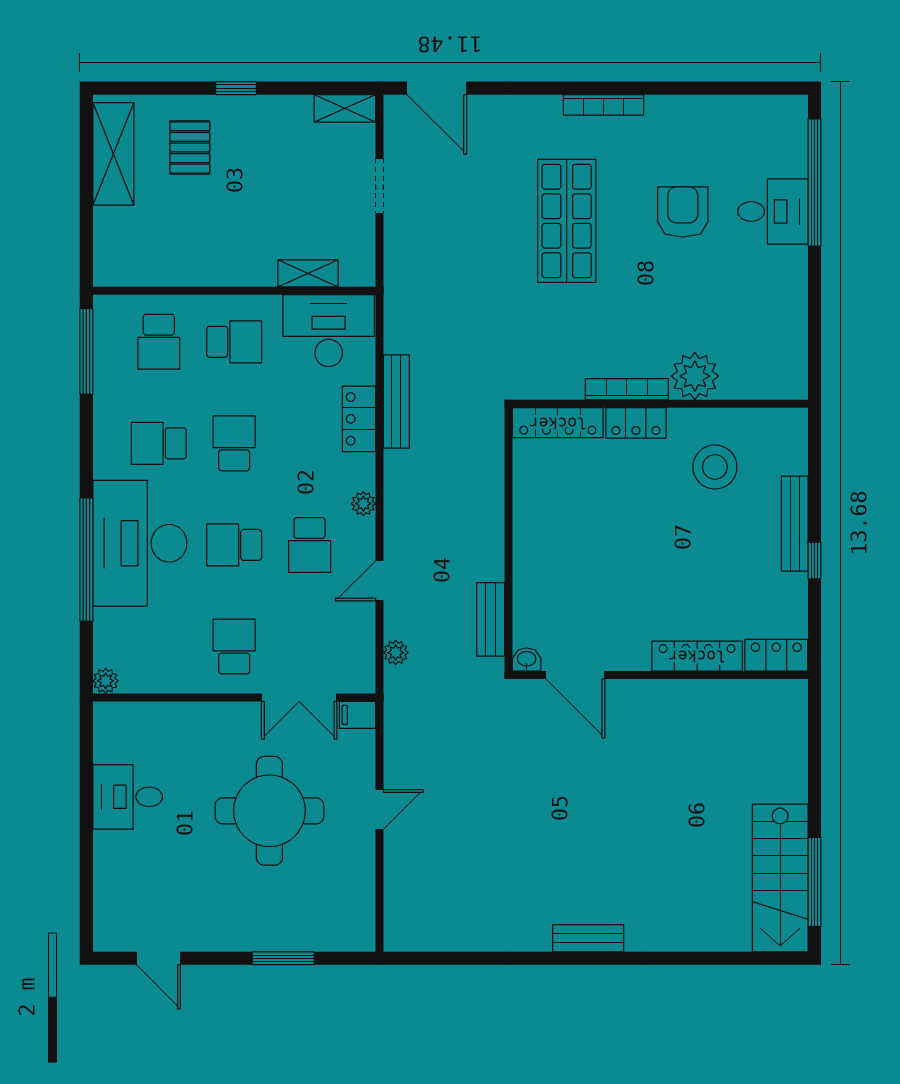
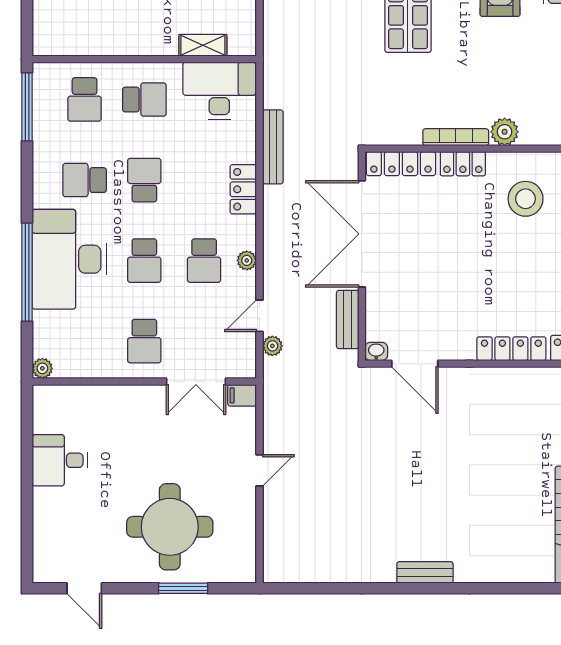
plant: (695, 376) -> (505, 132), width x0.73, depth x0.73
locker: (359, 419) -> (243, 189), moved
plant: (363, 504) -> (247, 260), moved
double door: (508, 511) -> (362, 234), added
school desk: (234, 545) -> (144, 261), turned -90
door: (379, 581) -> (259, 316), moved
school desk: (234, 647) -> (144, 341), turned 180
round table: (269, 811) -> (170, 527), moved

